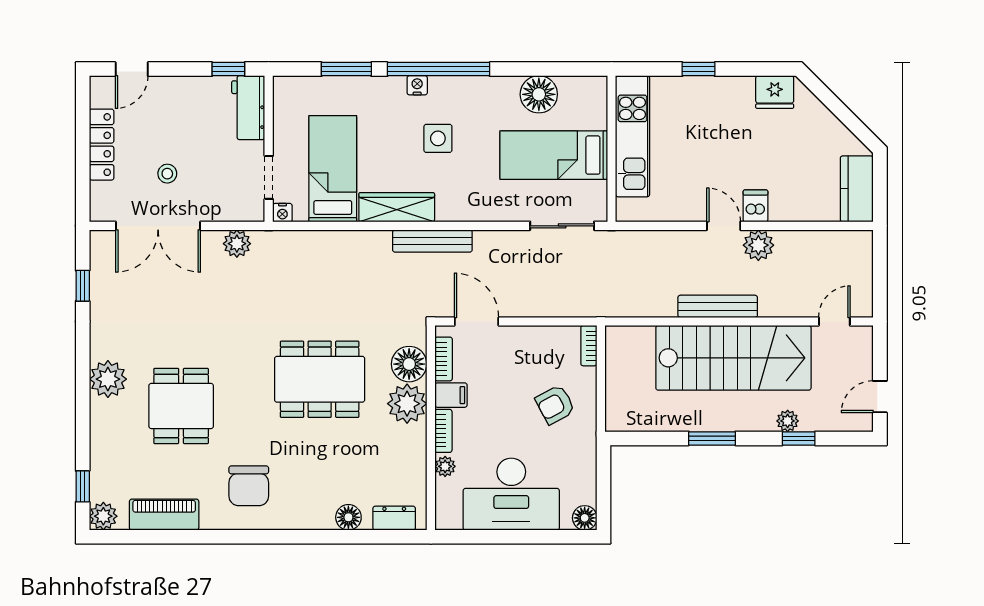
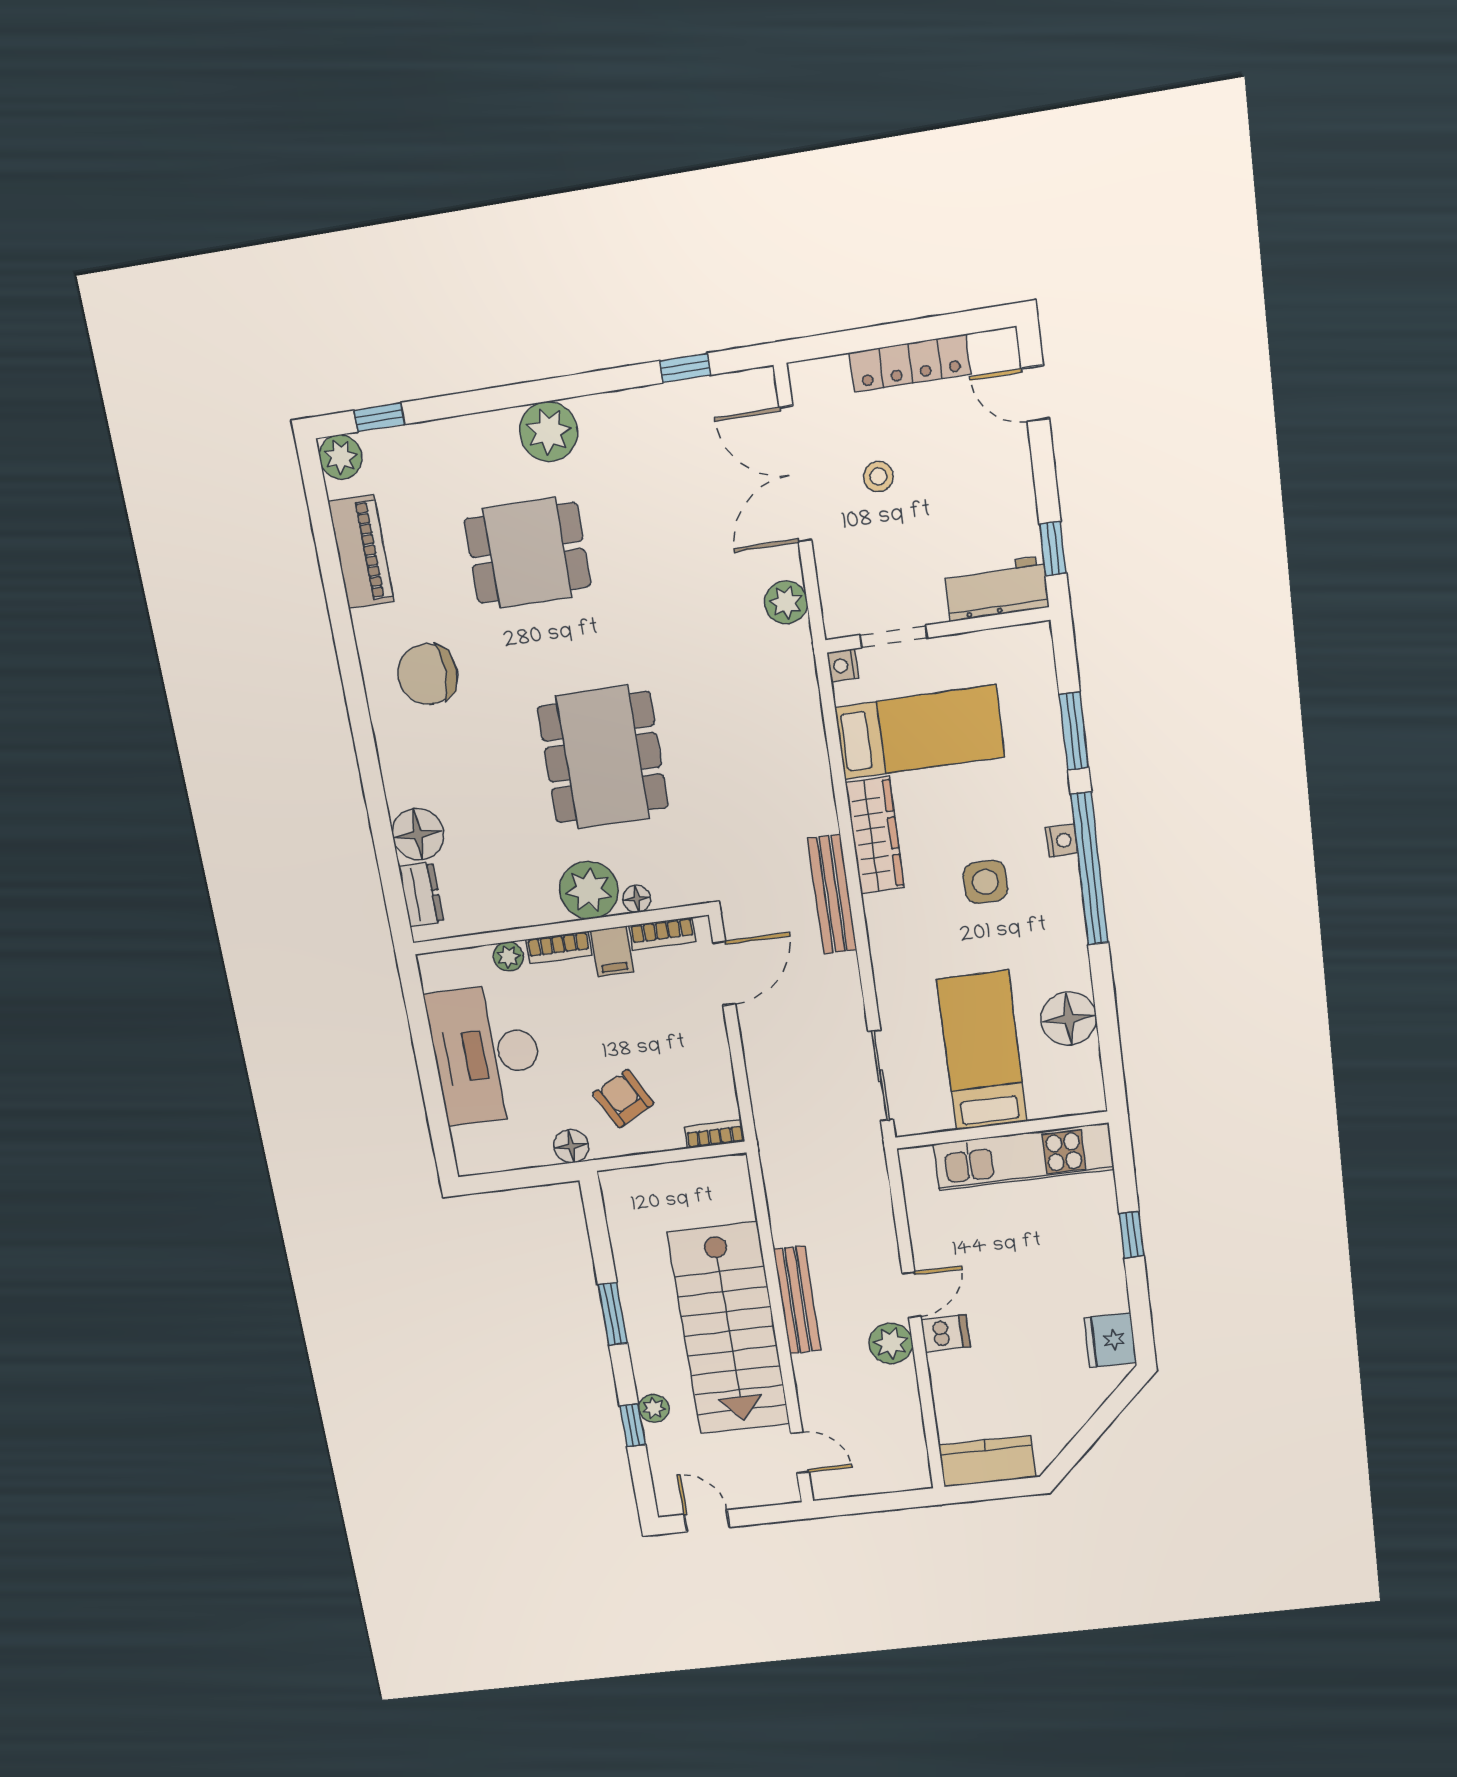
floor lamp: (409, 364) -> (637, 899), width x0.53, depth x0.53
floor lamp: (348, 517) -> (418, 834), width x1.38, depth x1.38
floor lamp: (585, 518) -> (571, 1146), moved

